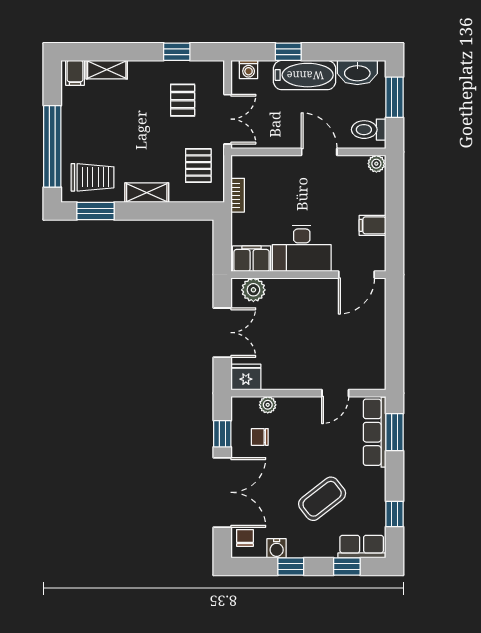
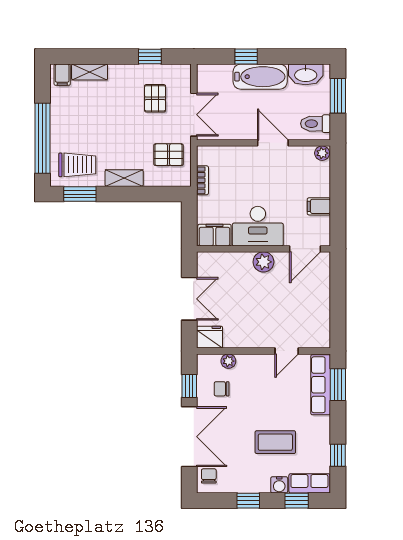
washing machine: (249, 69) -> (212, 72), removed
pallet: (198, 166) -> (169, 155), turned 90
plant: (253, 290) -> (263, 262), moved
coffee table: (322, 499) -> (275, 442), turned 38
water cooler: (277, 548) -> (279, 485), moved

